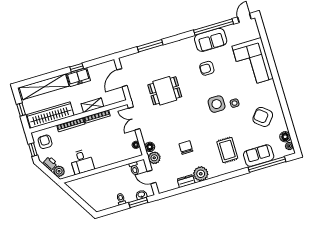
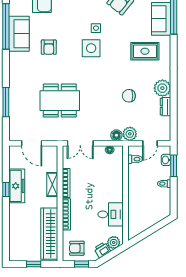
freezer: (78, 77) -> (17, 186), width x1.40
shelving: (44, 87) -> (16, 231), removed
dining table: (165, 91) -> (60, 101), width x1.37

